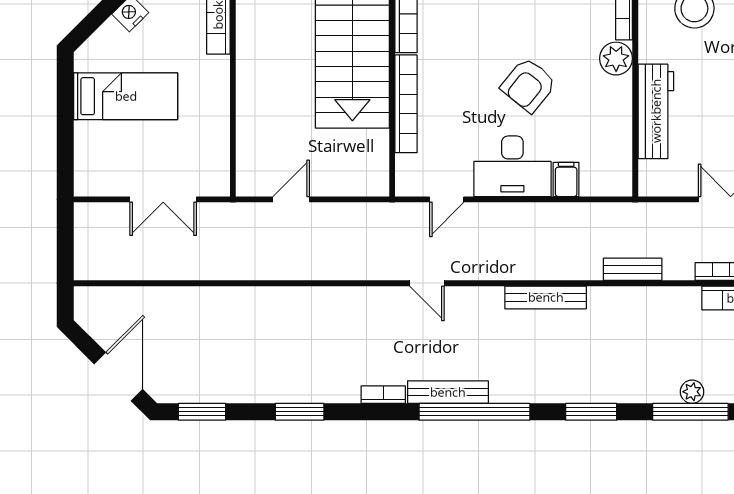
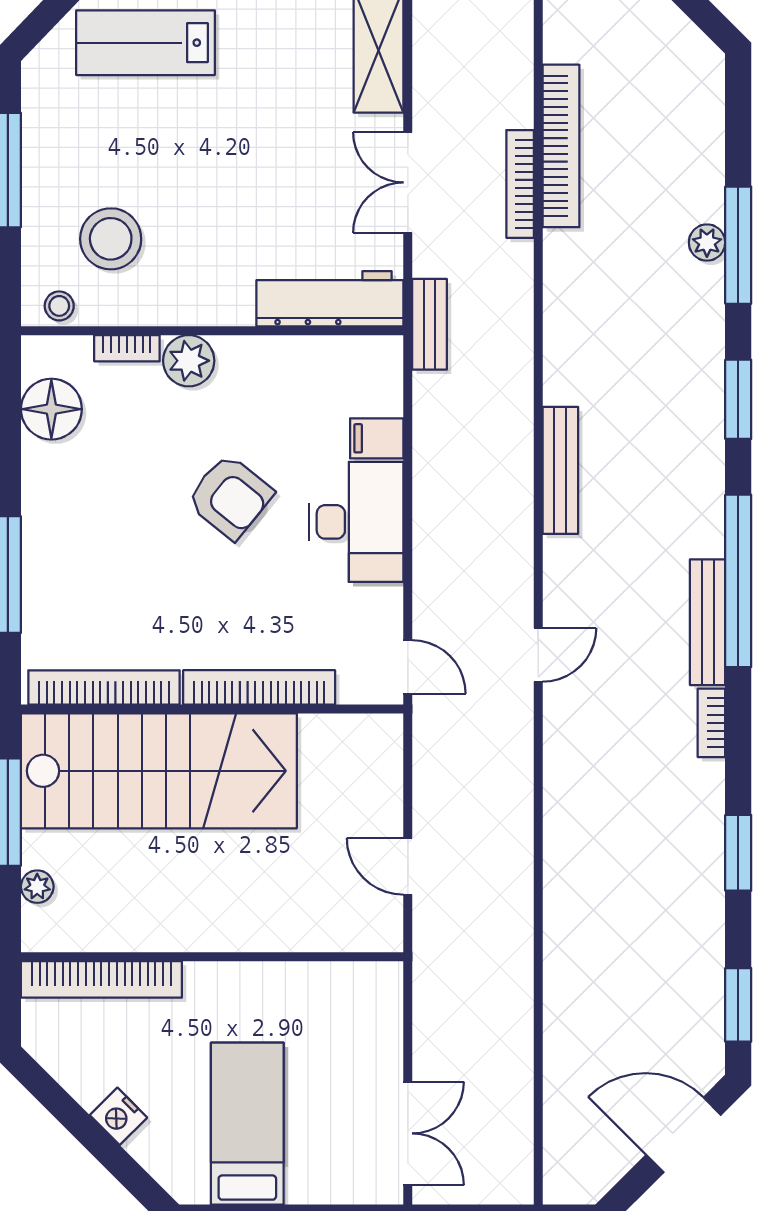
workbench: (656, 111) -> (330, 299), moved
double door: (163, 199) -> (408, 1133), moved
door: (447, 199) -> (408, 667), moved
bench: (633, 269) -> (430, 324), moved

